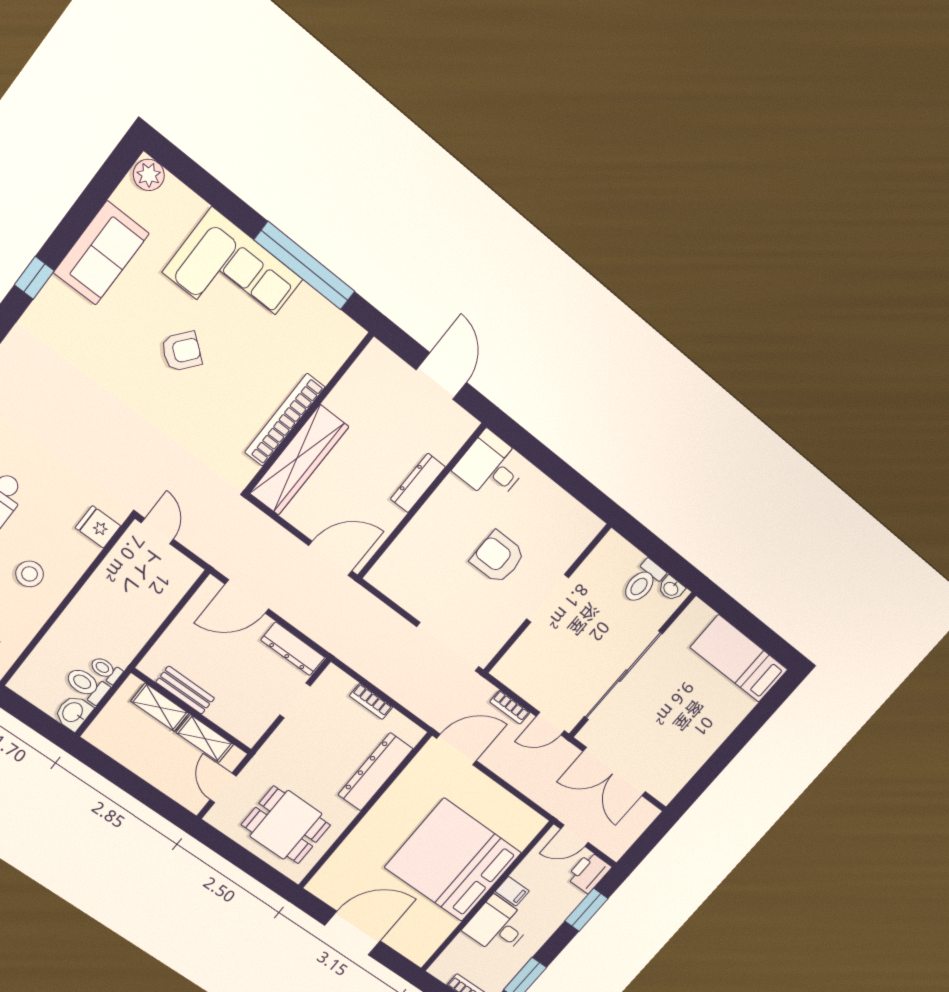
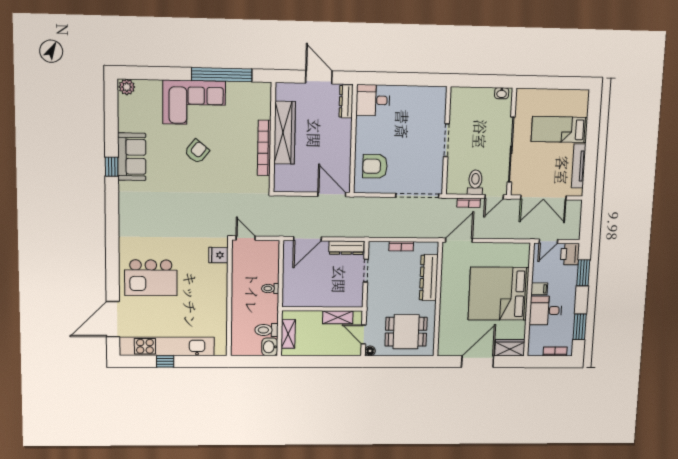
sofa: (101, 253) -> (132, 157), moved
wardrobe: (299, 460) -> (285, 133), moved
dresser: (418, 483) -> (346, 101), moved
armchair: (498, 557) -> (375, 166), moved
door: (330, 558) -> (332, 194), hinge flipped
stool: (30, 574) -> (204, 298), removed
toilet: (643, 582) -> (475, 182), moved, turned 180
bed: (739, 659) -> (559, 129), moved
toilet: (106, 670) -> (270, 289), moved
bench: (185, 690) -> (312, 301), removed
shelving: (160, 707) -> (288, 334), moved, turned 90
tv unit: (693, 762) -> (579, 166), added
floor lamp: (214, 817) -> (370, 351), added
wardrobe: (411, 944) -> (510, 348), added

